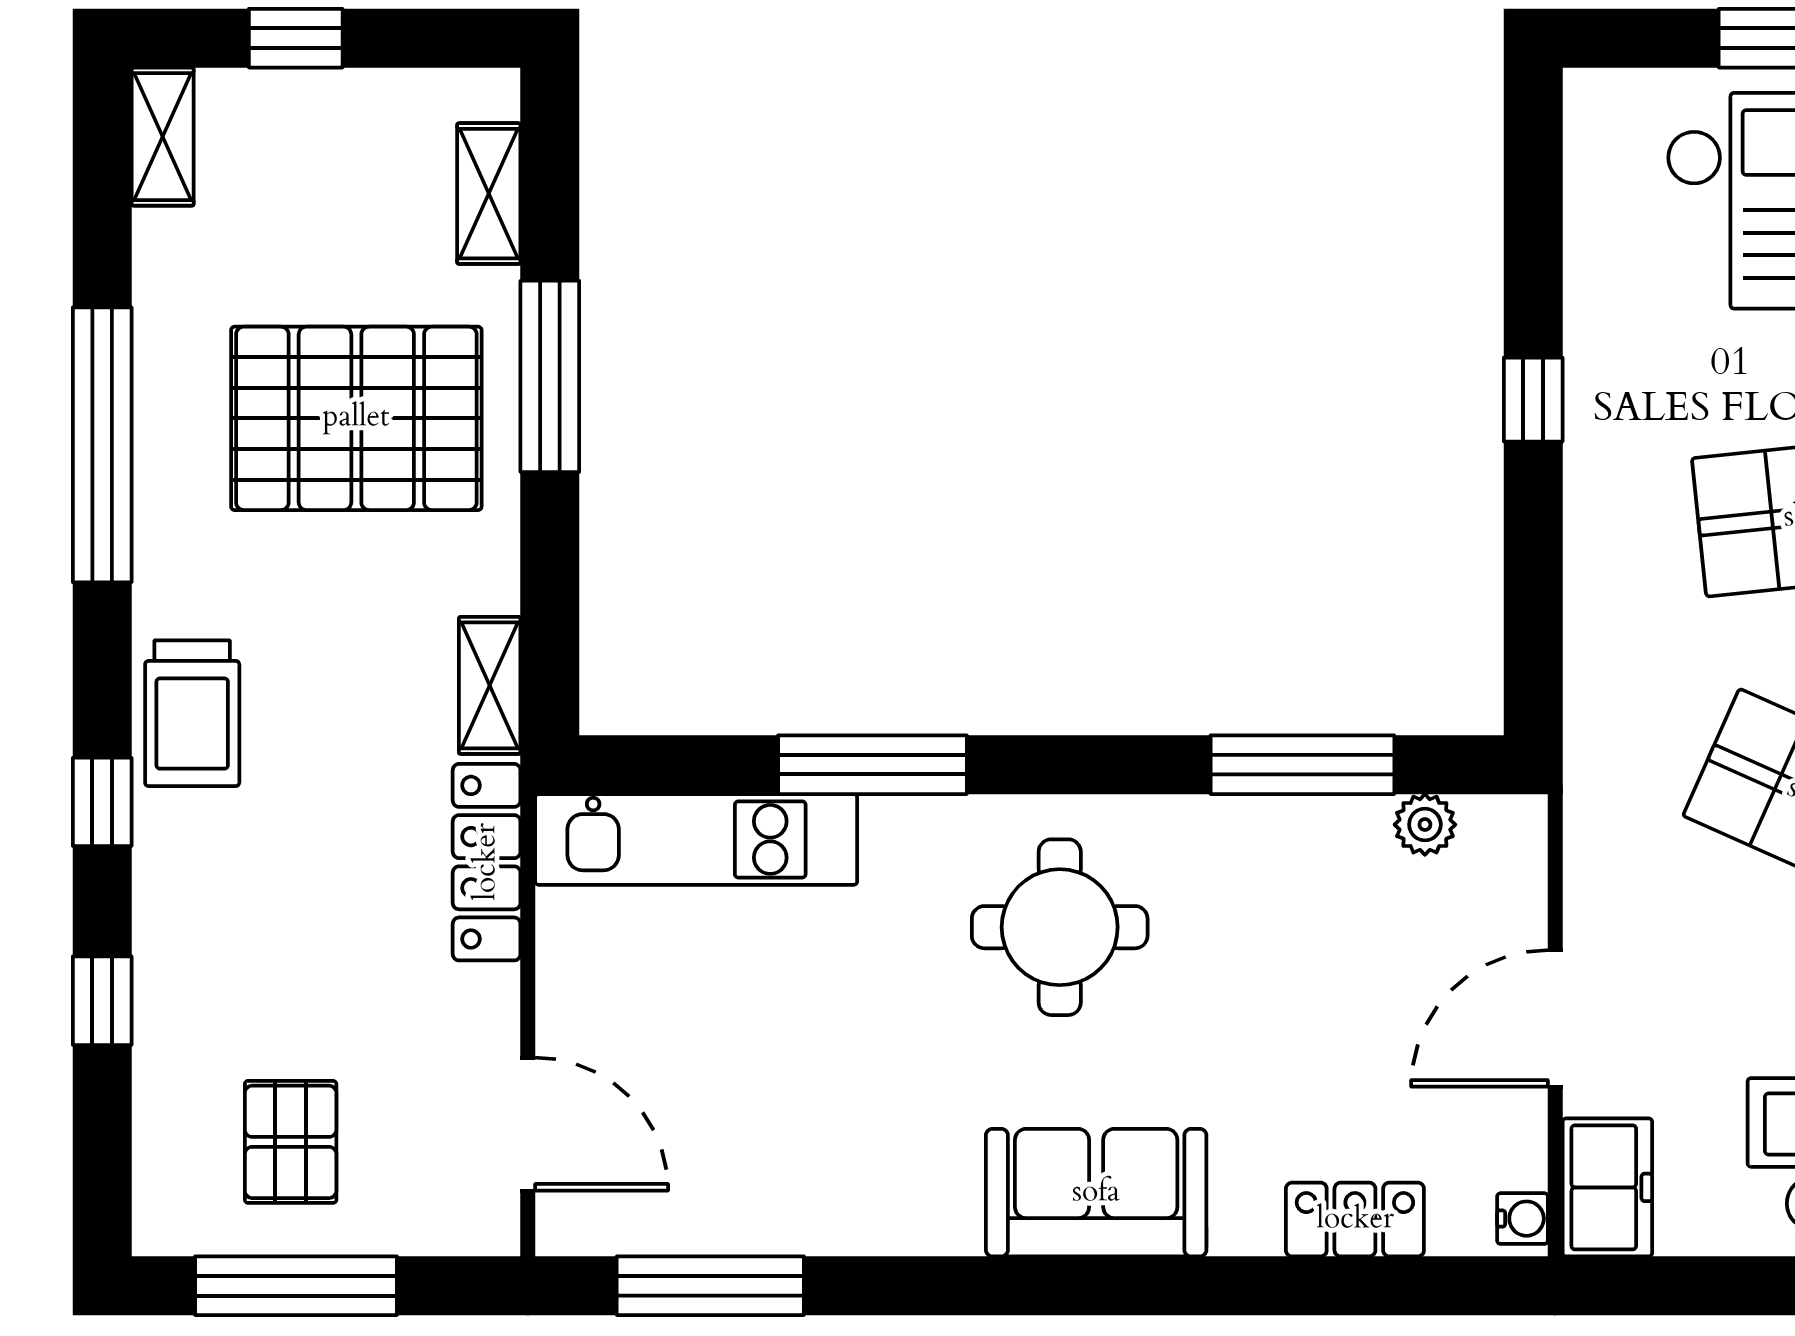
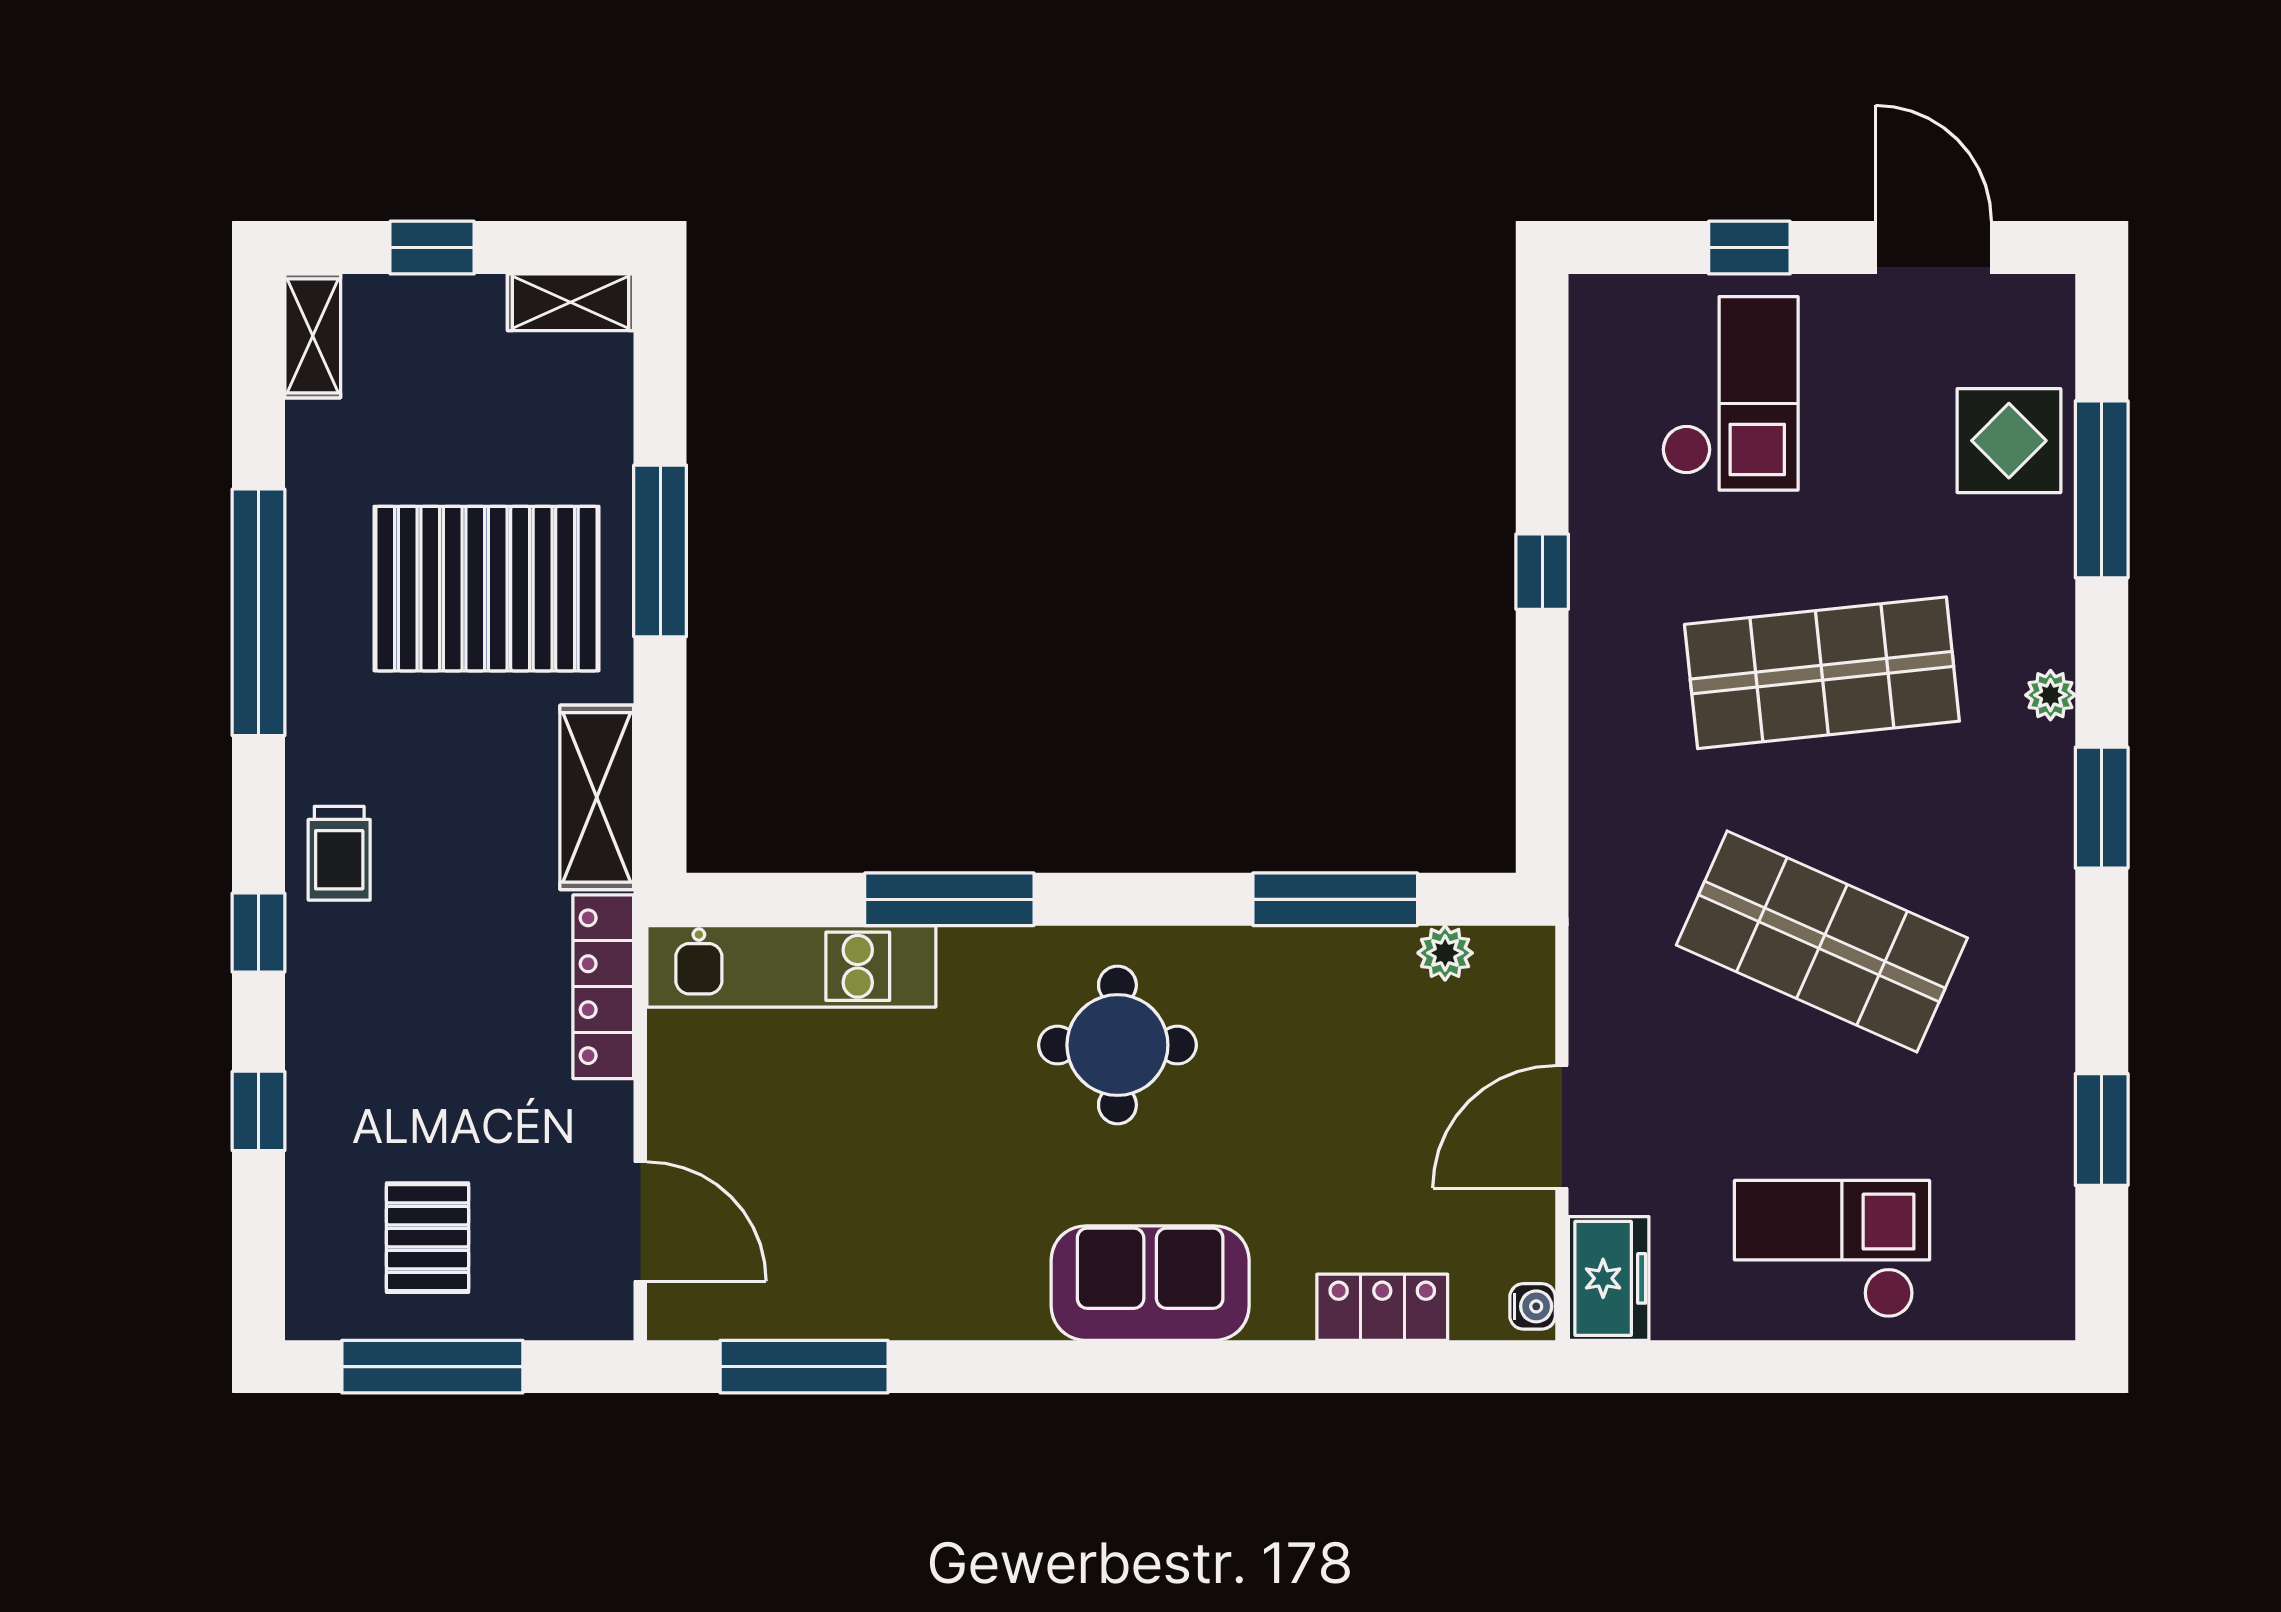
shelving: (489, 194) -> (571, 302), moved, turned 90
shelving: (490, 685) -> (597, 797), width x1.50, depth x1.33
trolley: (192, 713) -> (339, 853), width x0.73, depth x0.72

